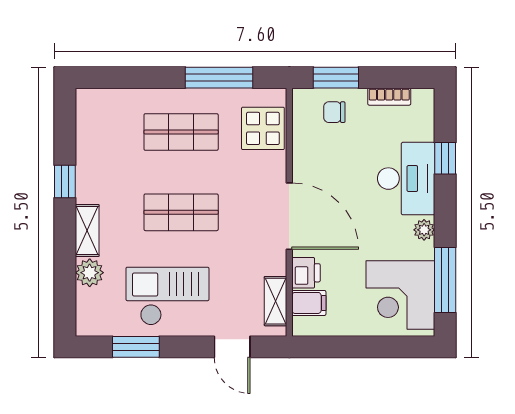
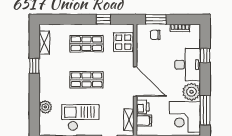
window: (219, 78) -> (103, 19), width x0.46
plant: (424, 230) -> (191, 92), width x1.88, depth x1.88
shelving: (87, 231) -> (44, 43), moved

